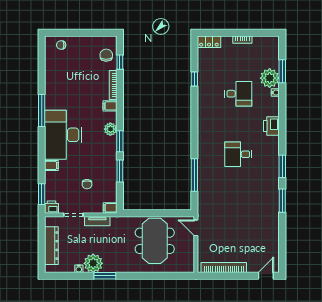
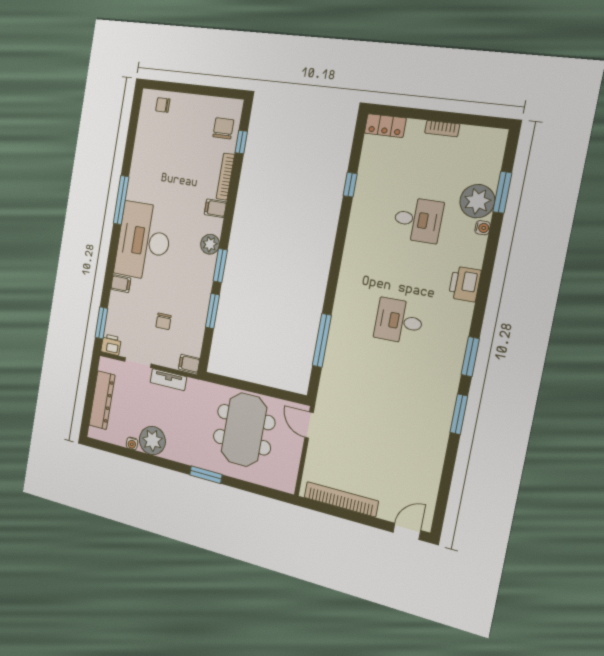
window: (105, 276) -> (206, 475), moved

